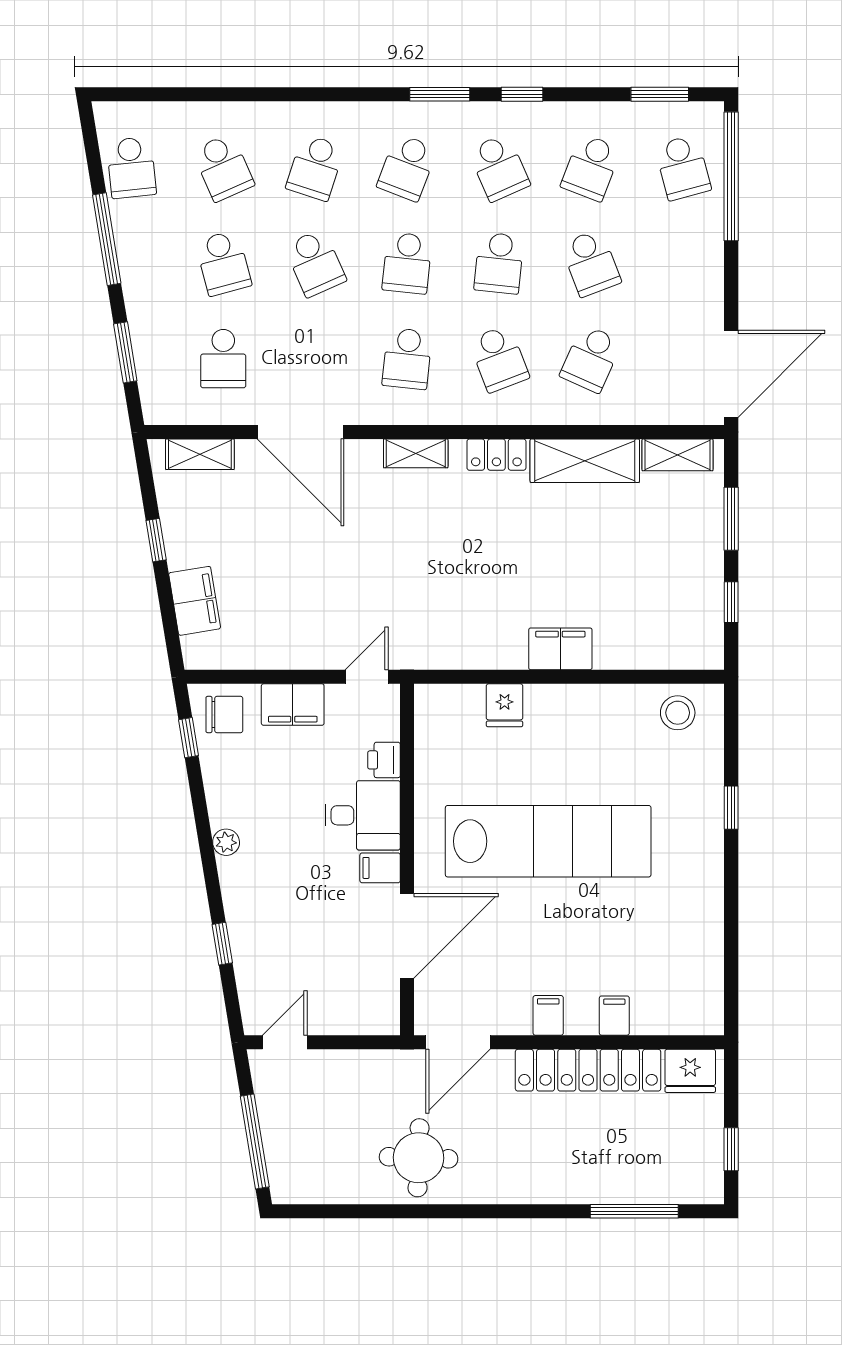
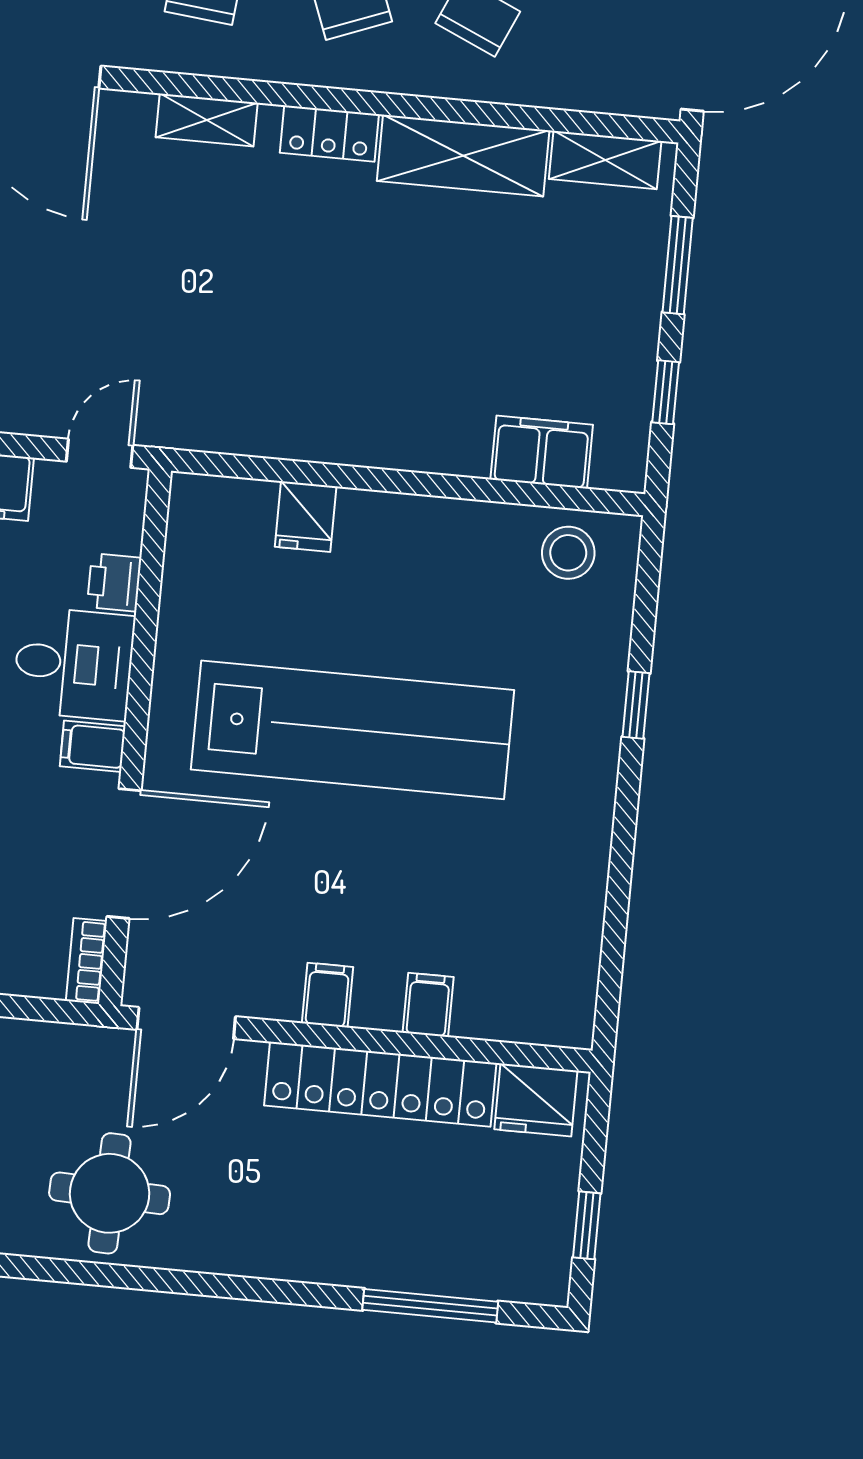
filing cabinet: (560, 649) -> (542, 452), moved
bookcase: (389, 1008) -> (86, 961), added

